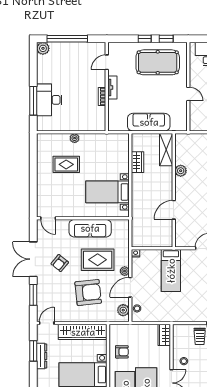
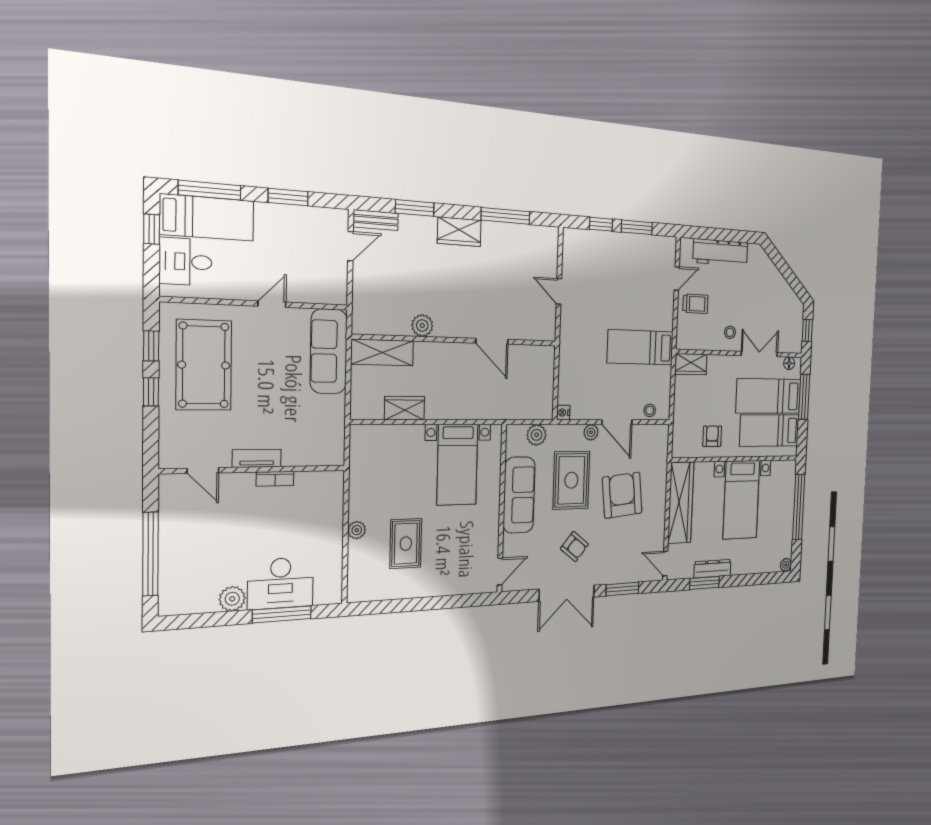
plant: (43, 48) -> (232, 599), moved
sofa: (149, 122) -> (329, 351), moved
bed: (171, 271) -> (640, 347), moved, turned 180
plant: (123, 310) -> (537, 435), moved

